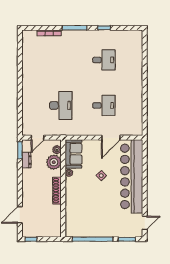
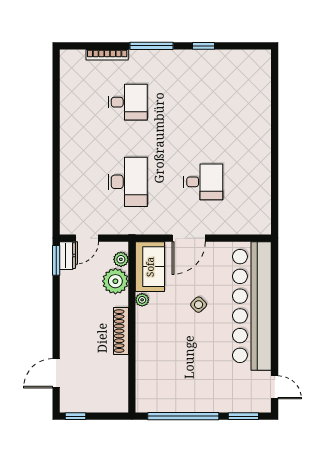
desk: (104, 60) -> (128, 102), moved
door: (111, 138) -> (189, 238), moved
dresser: (26, 160) -> (68, 256), moved
door: (145, 223) -> (275, 387), hinge flipped

